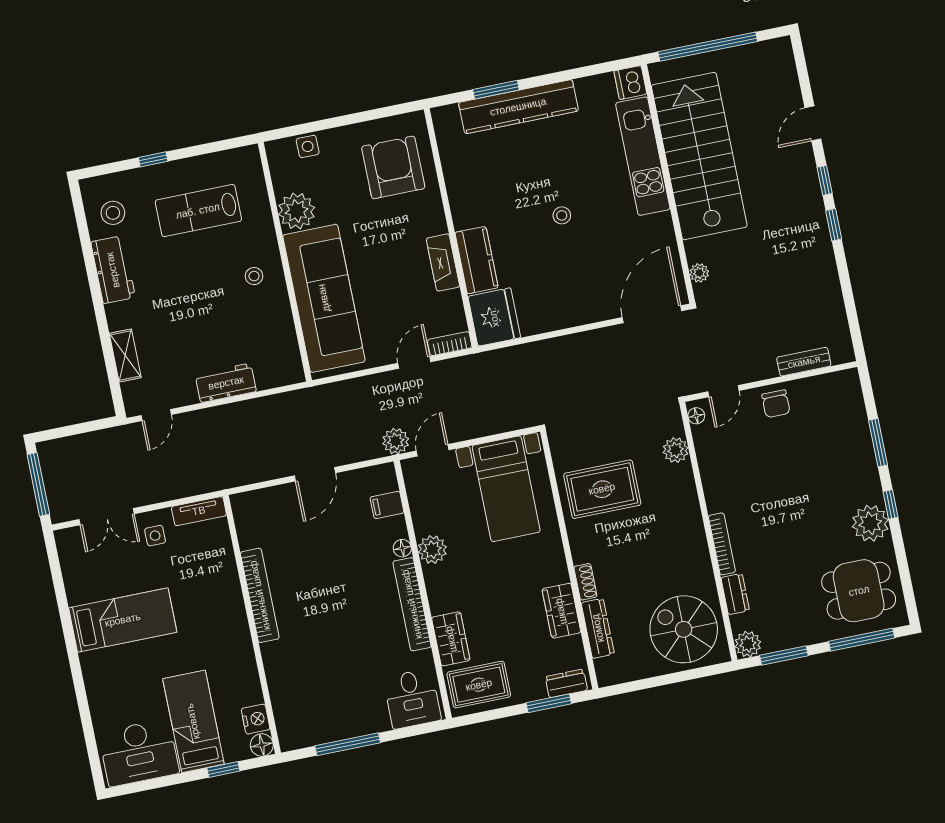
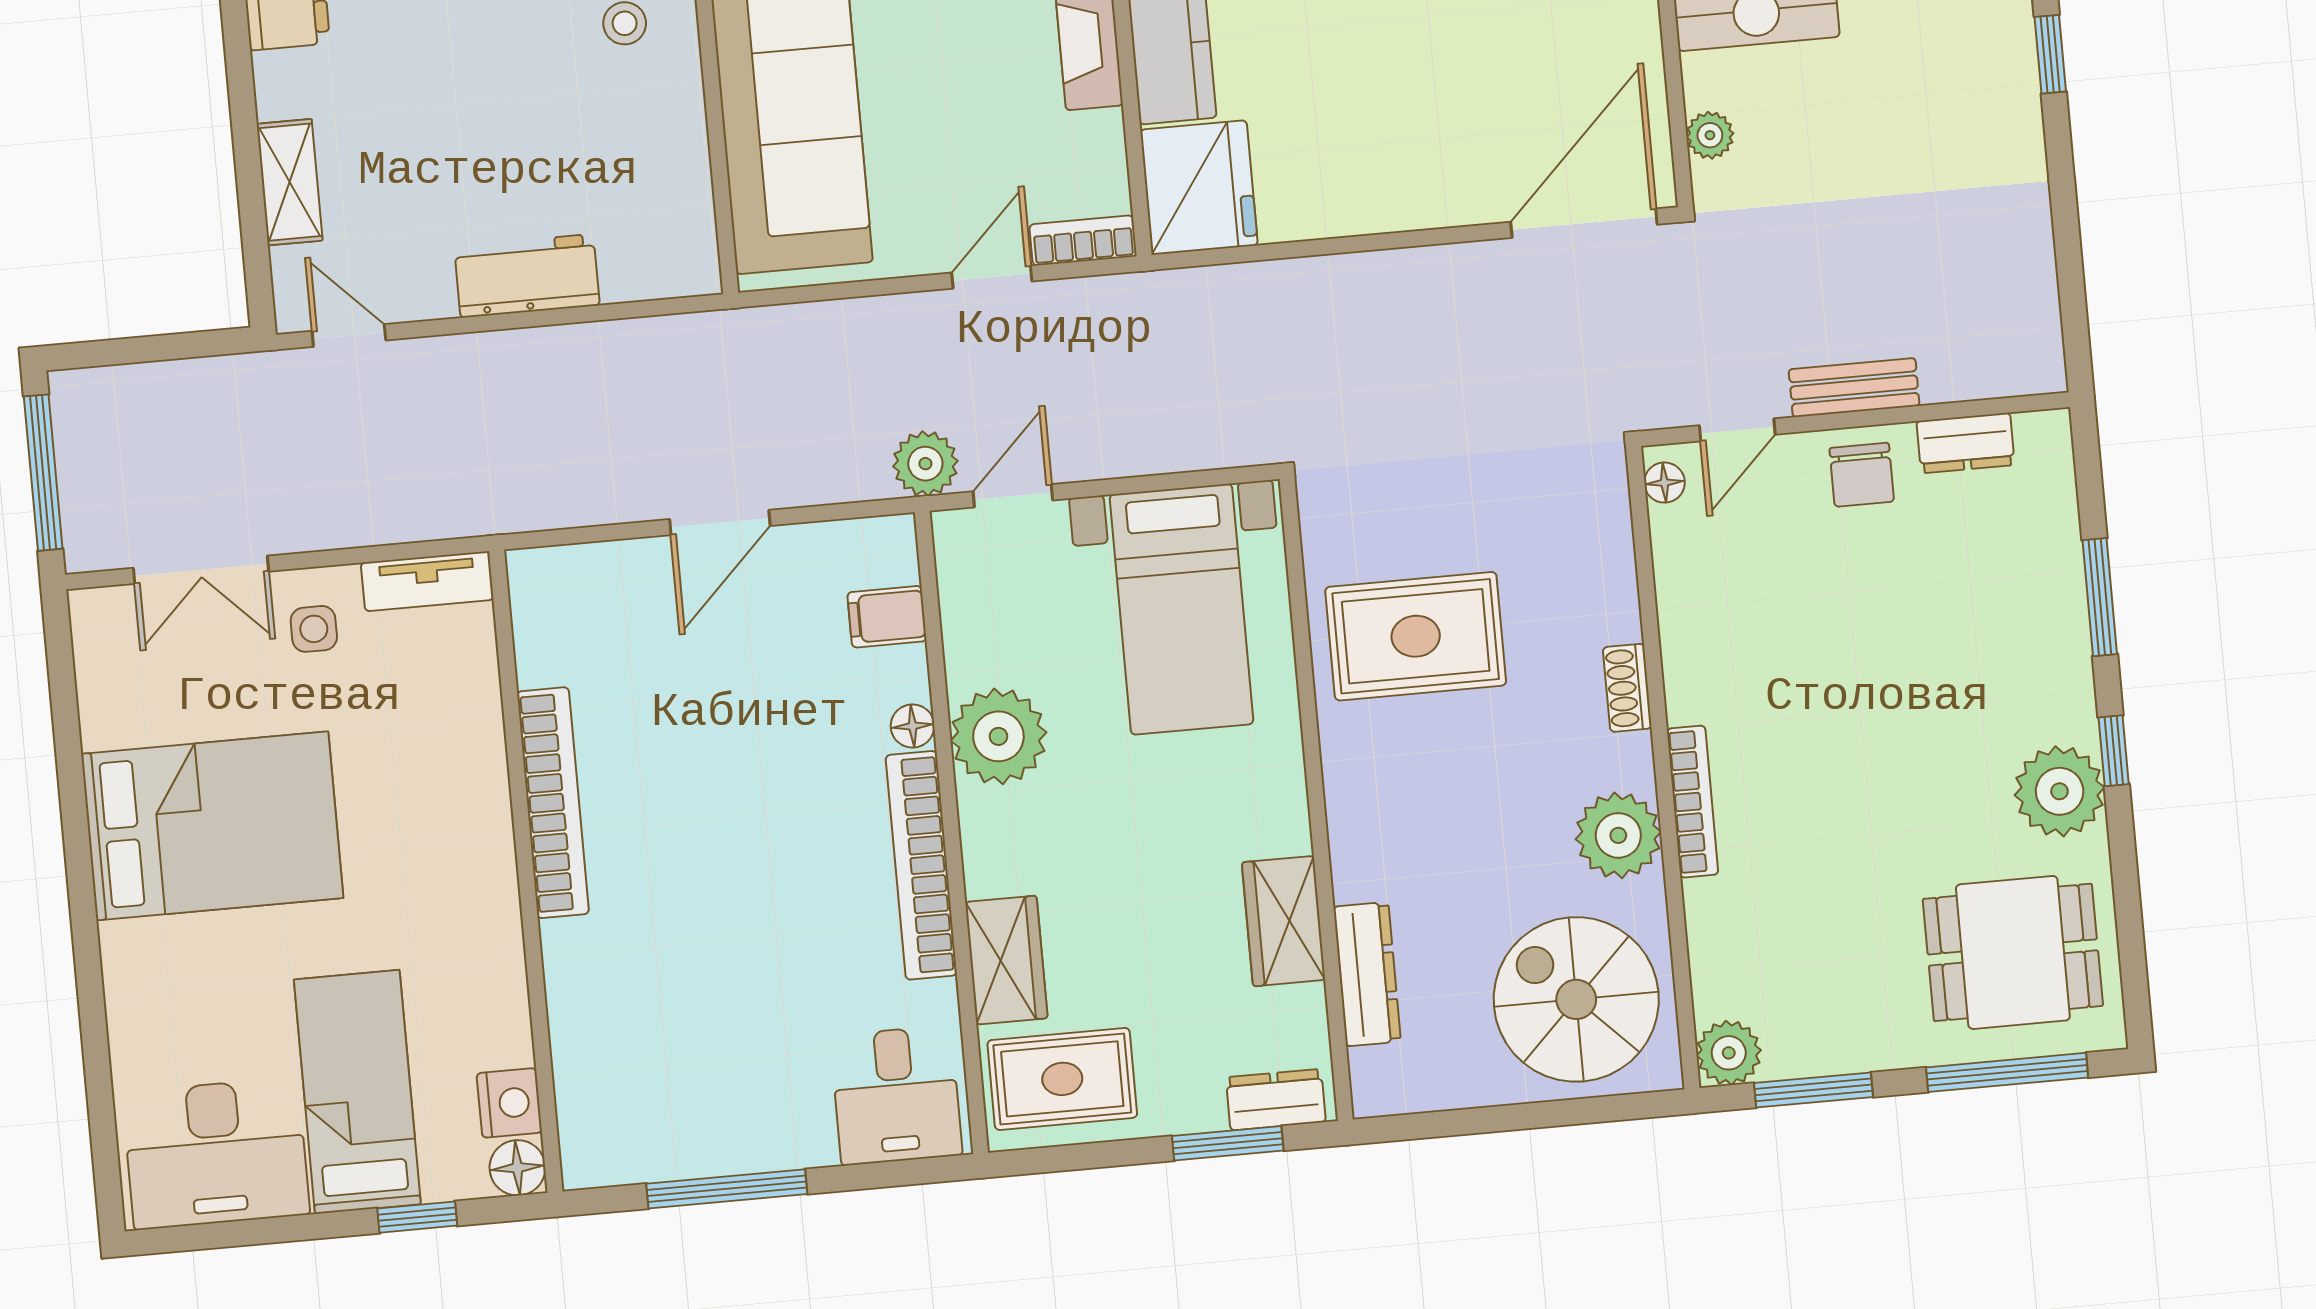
bench: (804, 362) -> (1854, 388), moved
door: (156, 415) -> (349, 336), swing flipped
plant: (676, 450) -> (1618, 835), moved, width x1.36, depth x1.36
plant: (432, 550) -> (998, 736), width x1.36, depth x1.36
shoe rack: (585, 582) -> (1627, 688), moved, turned 180
dresser: (735, 594) -> (1966, 443), moved, turned 90
bed: (123, 620) -> (212, 826), width x1.50

